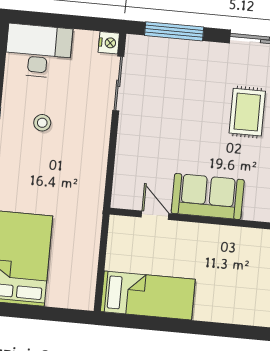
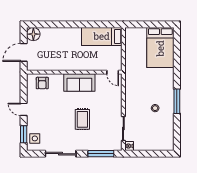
desk: (38, 51) -> (160, 140), removed
rug: (247, 112) -> (82, 119), moved
door: (155, 215) -> (113, 72), moved

